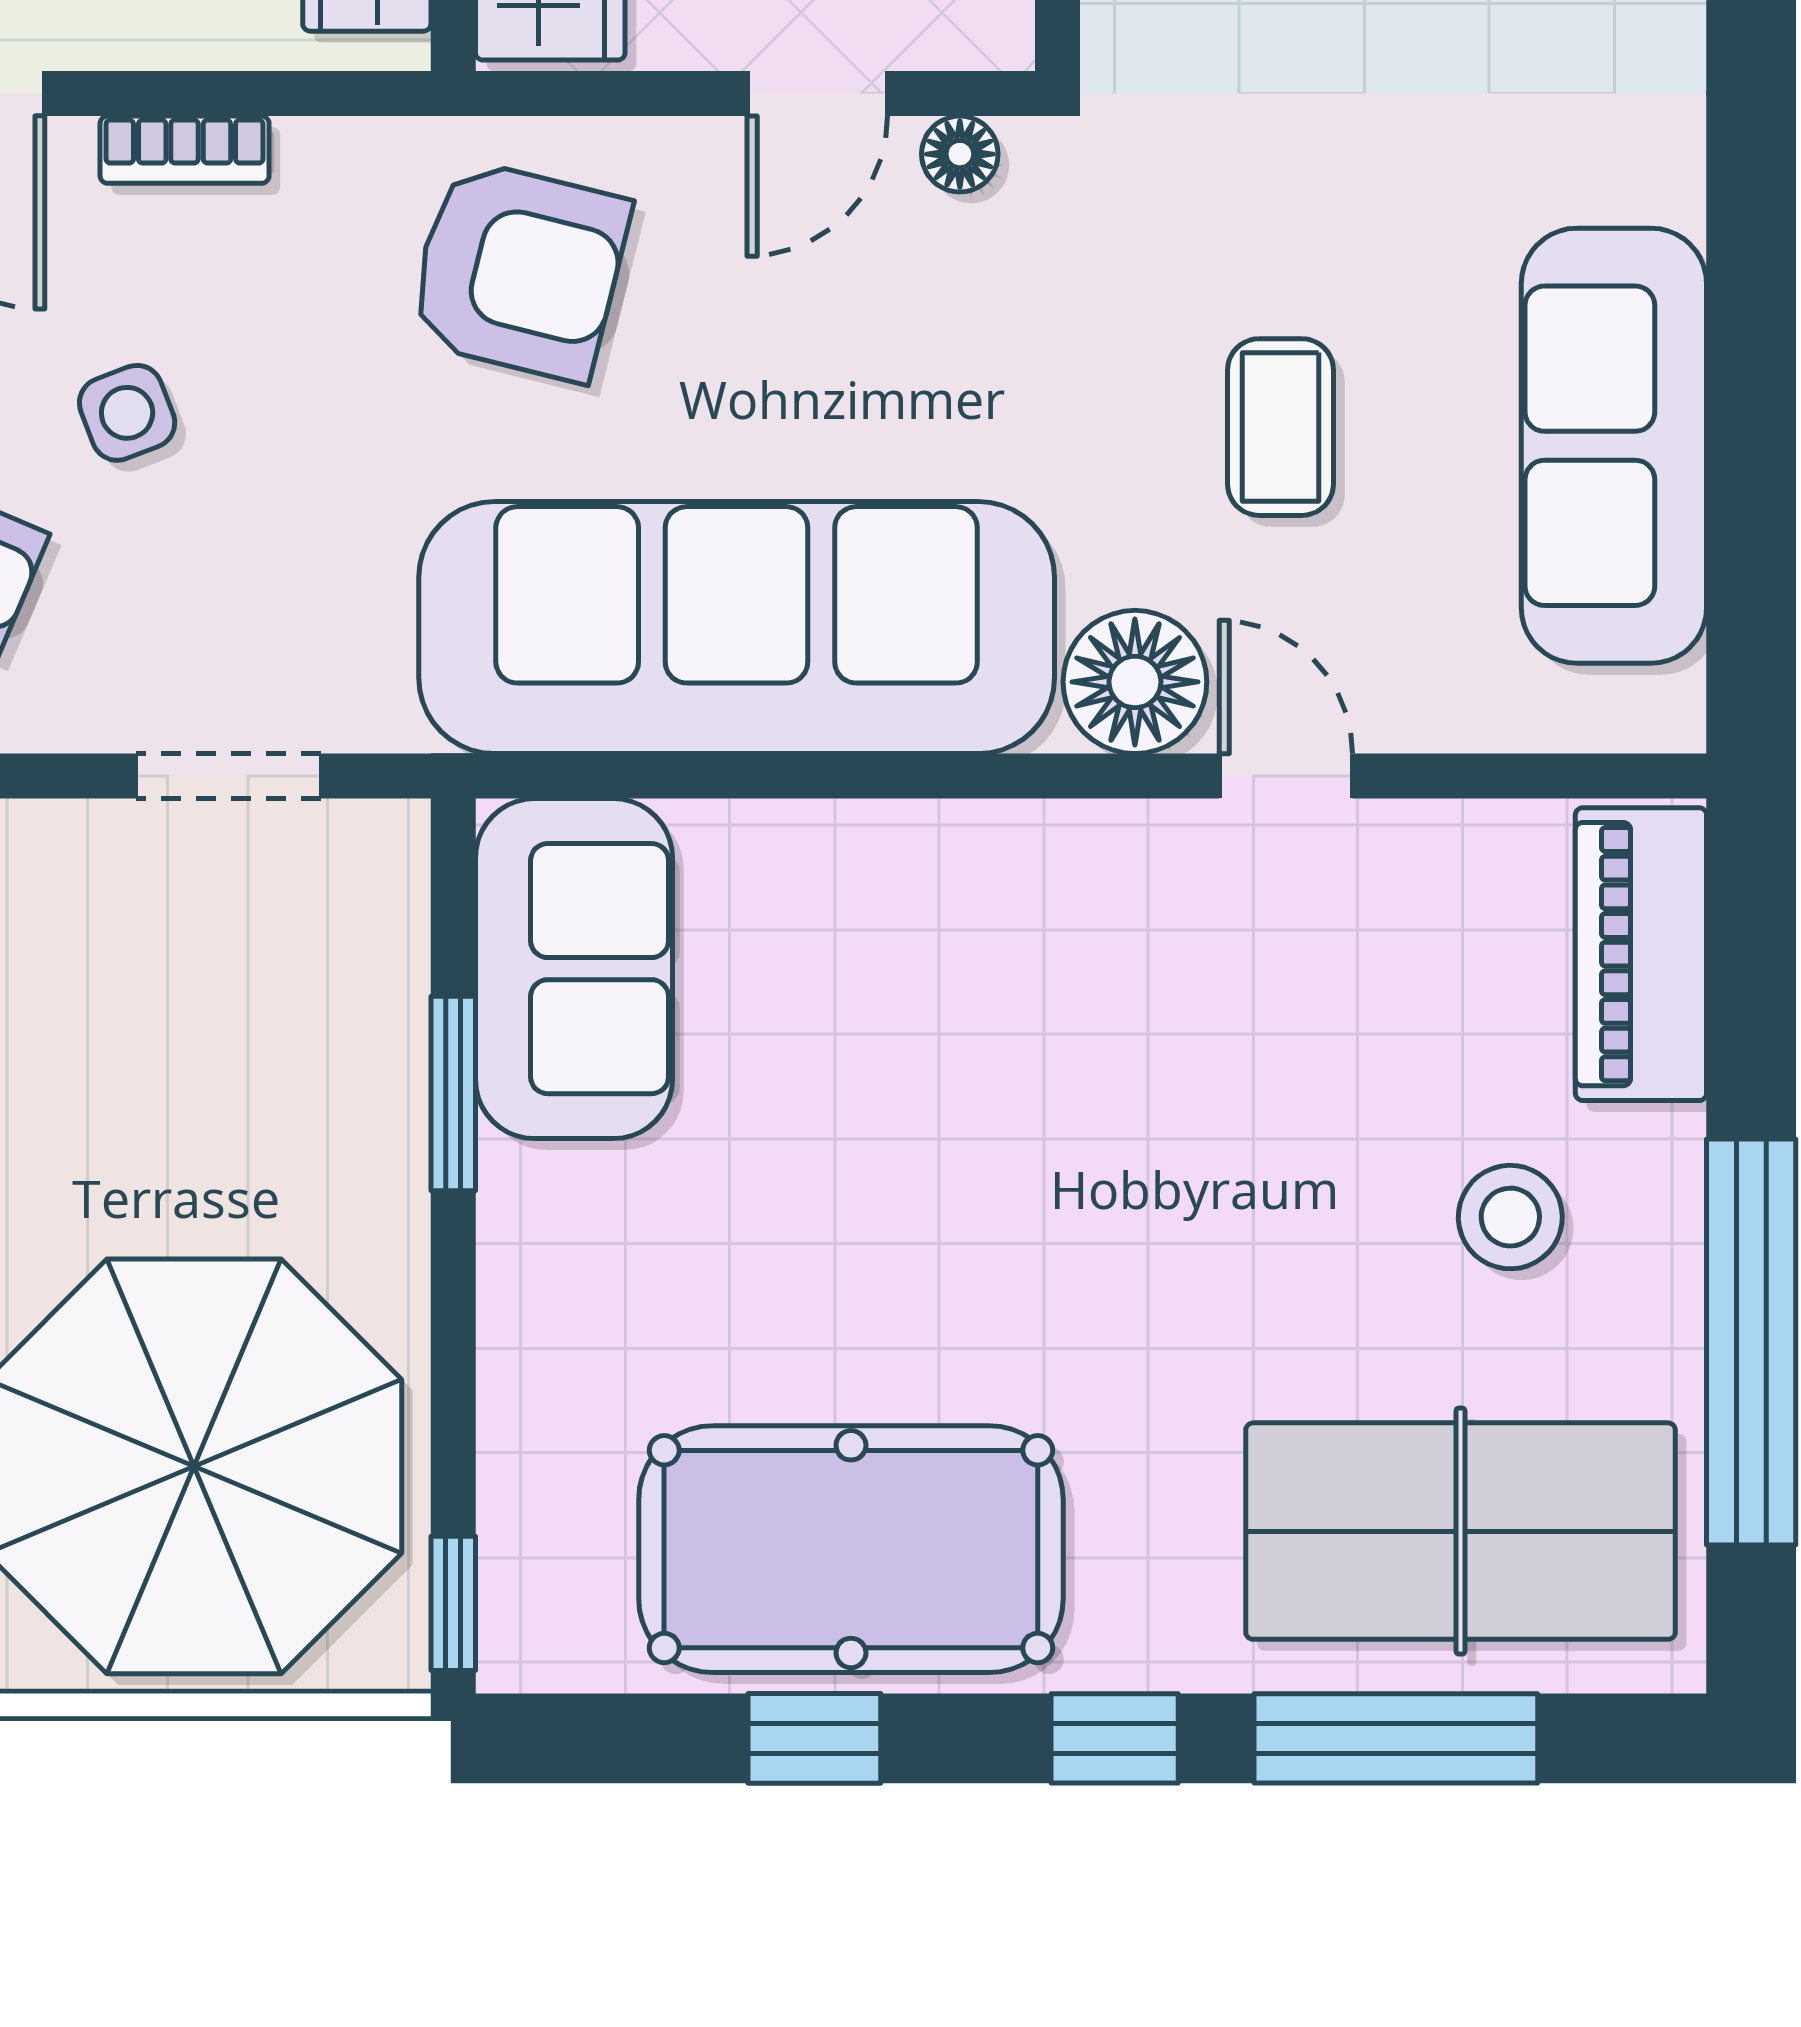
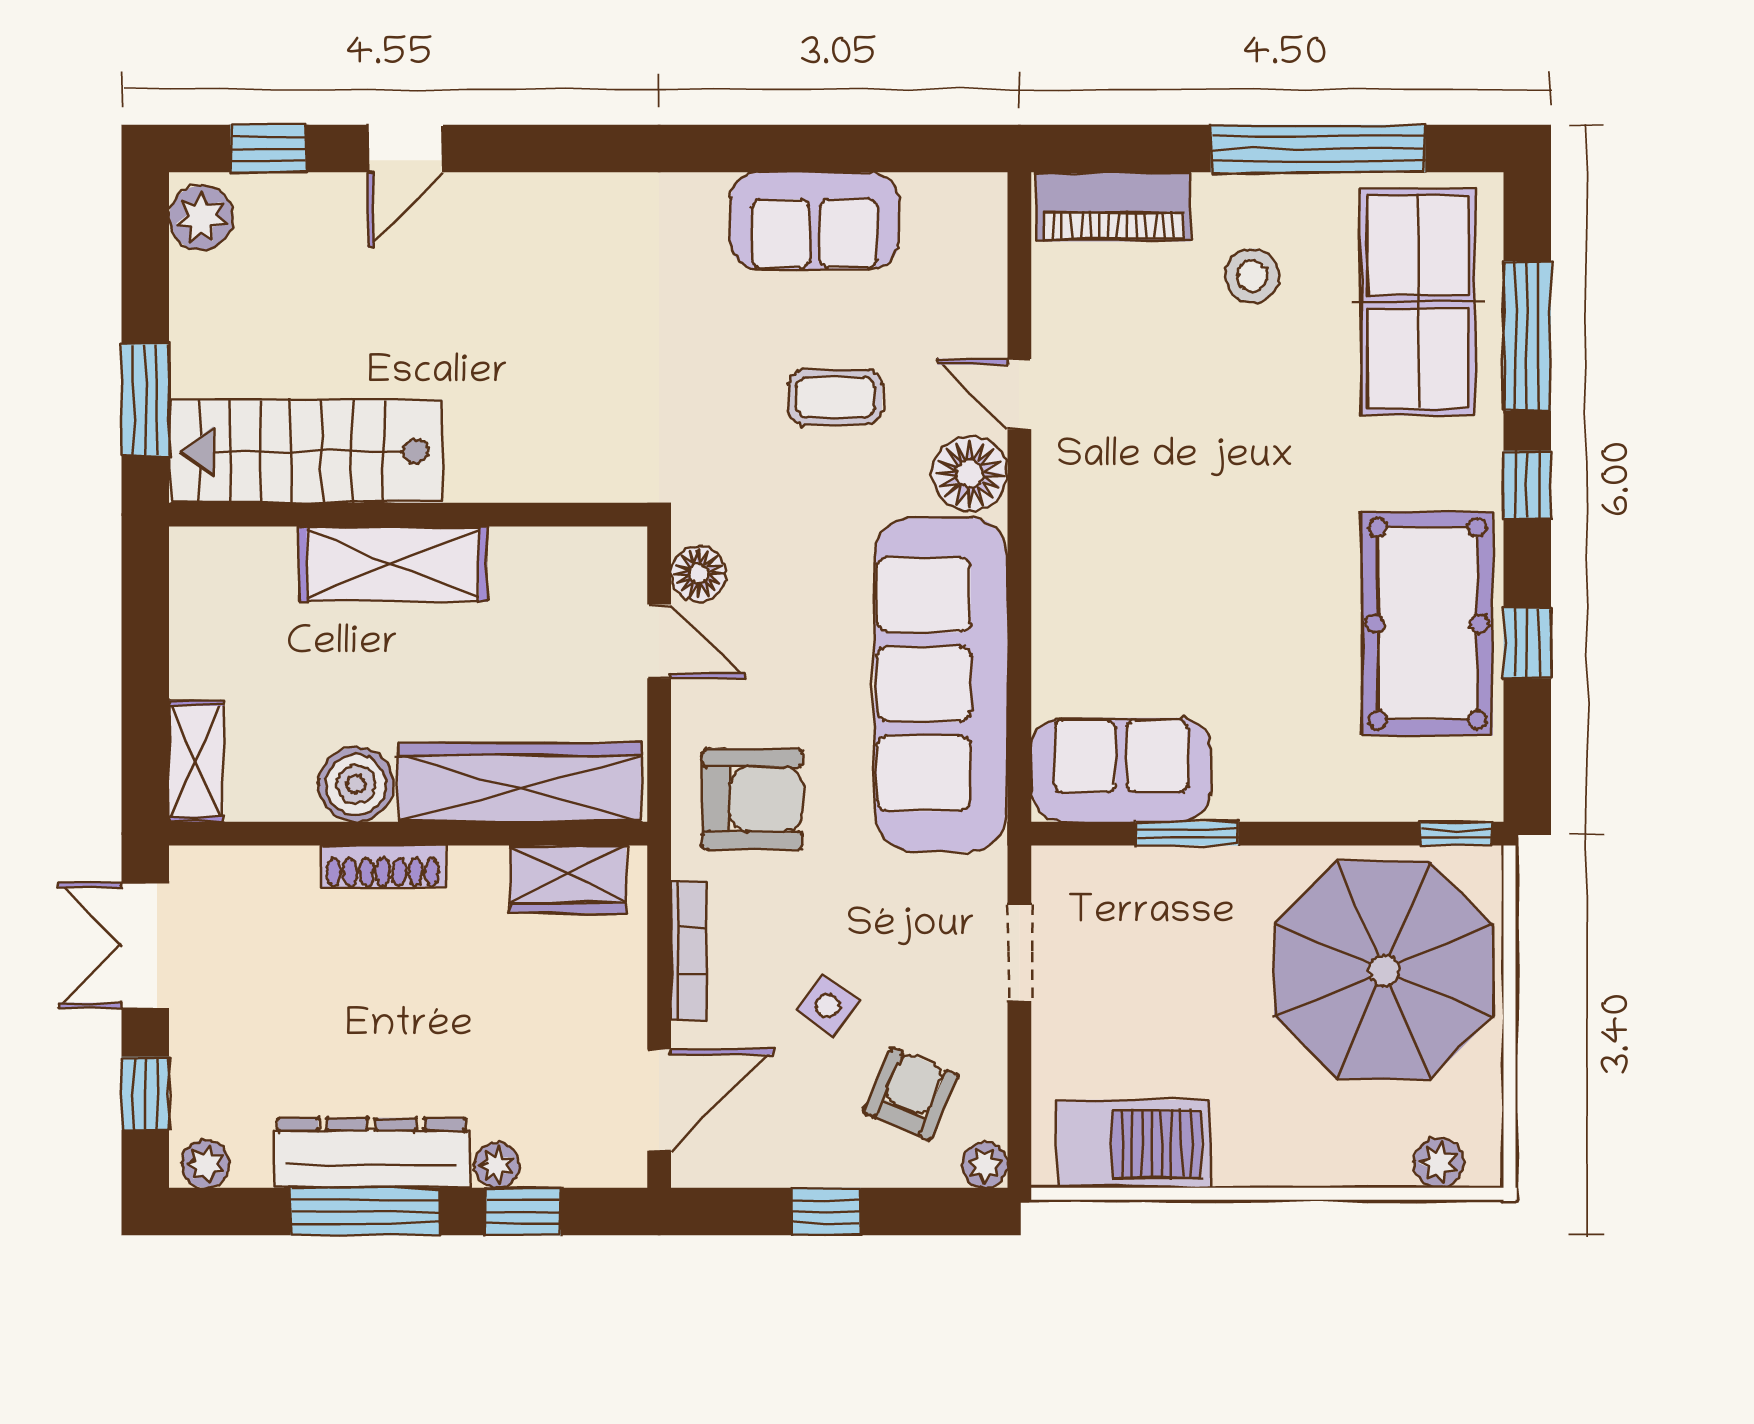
bookcase: (185, 150) -> (689, 950), width x1.56
floor lamp: (960, 154) -> (699, 574), width x1.37, depth x1.37
armchair: (519, 270) -> (752, 799), turned 76
side table: (127, 413) -> (828, 1006), turned -33
sofa: (1614, 446) -> (815, 221), width x0.73
door: (1286, 776) -> (1019, 394), hinge flipped

